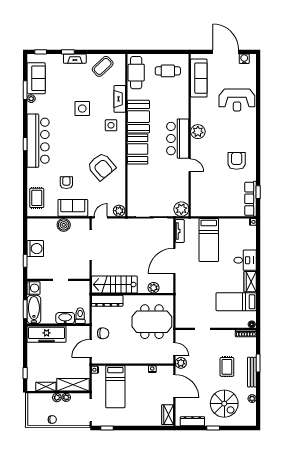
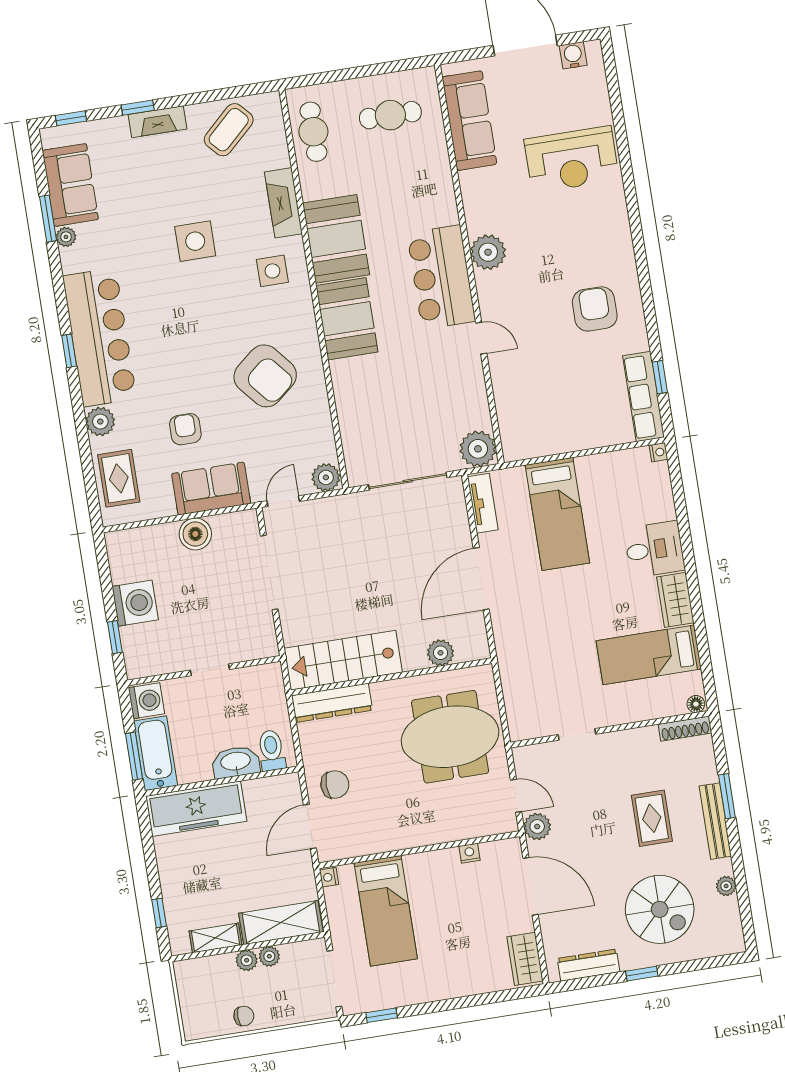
cafe table: (136, 73) -> (313, 132), width x0.73, depth x0.74
plant: (33, 174) -> (100, 422), added

